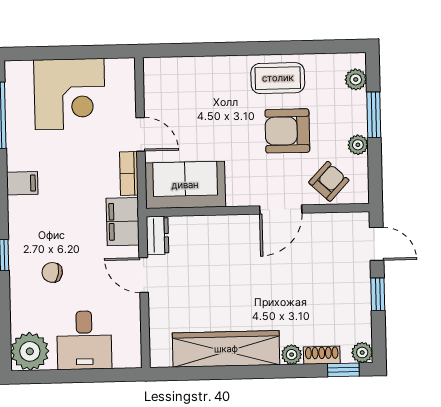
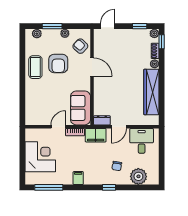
window: (378, 294) -> (140, 26), moved
desk: (84, 340) -> (142, 141), moved, turned -90
plant: (30, 351) -> (138, 176), moved

